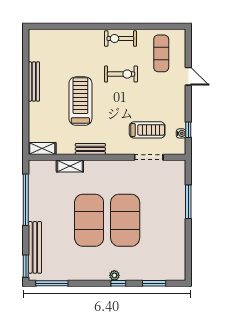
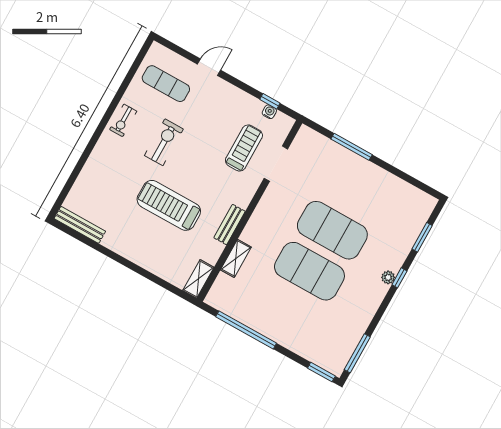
exercise bike: (120, 39) -> (123, 120), width x0.73, depth x0.72
bench: (34, 81) -> (80, 225), moved
bench: (35, 247) -> (306, 350), removed

